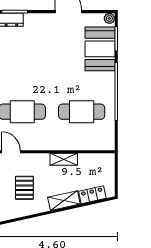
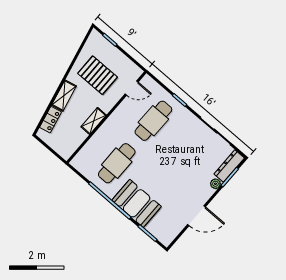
plant: (109, 18) -> (215, 184), moved
booth: (100, 49) -> (137, 203), moved
pallet: (24, 188) -> (98, 75), width x1.50, depth x1.42

